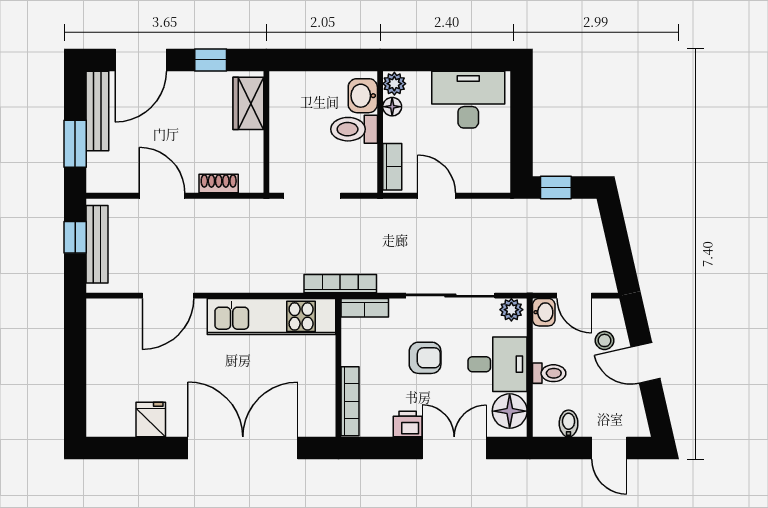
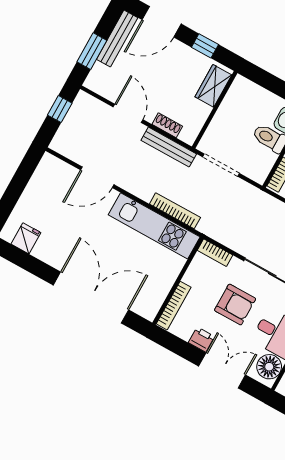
bench: (97, 244) -> (169, 147), moved, turned 90
bookcase: (340, 284) -> (175, 211), moved
armchair: (425, 358) -> (235, 305), width x1.38, depth x1.38
fridge: (151, 420) -> (26, 238), moved

